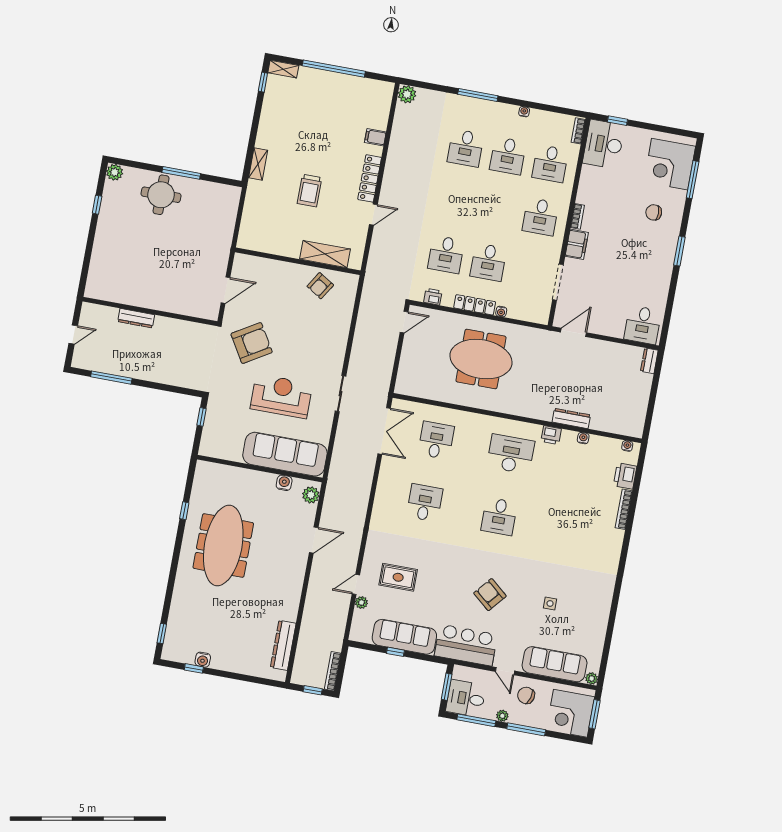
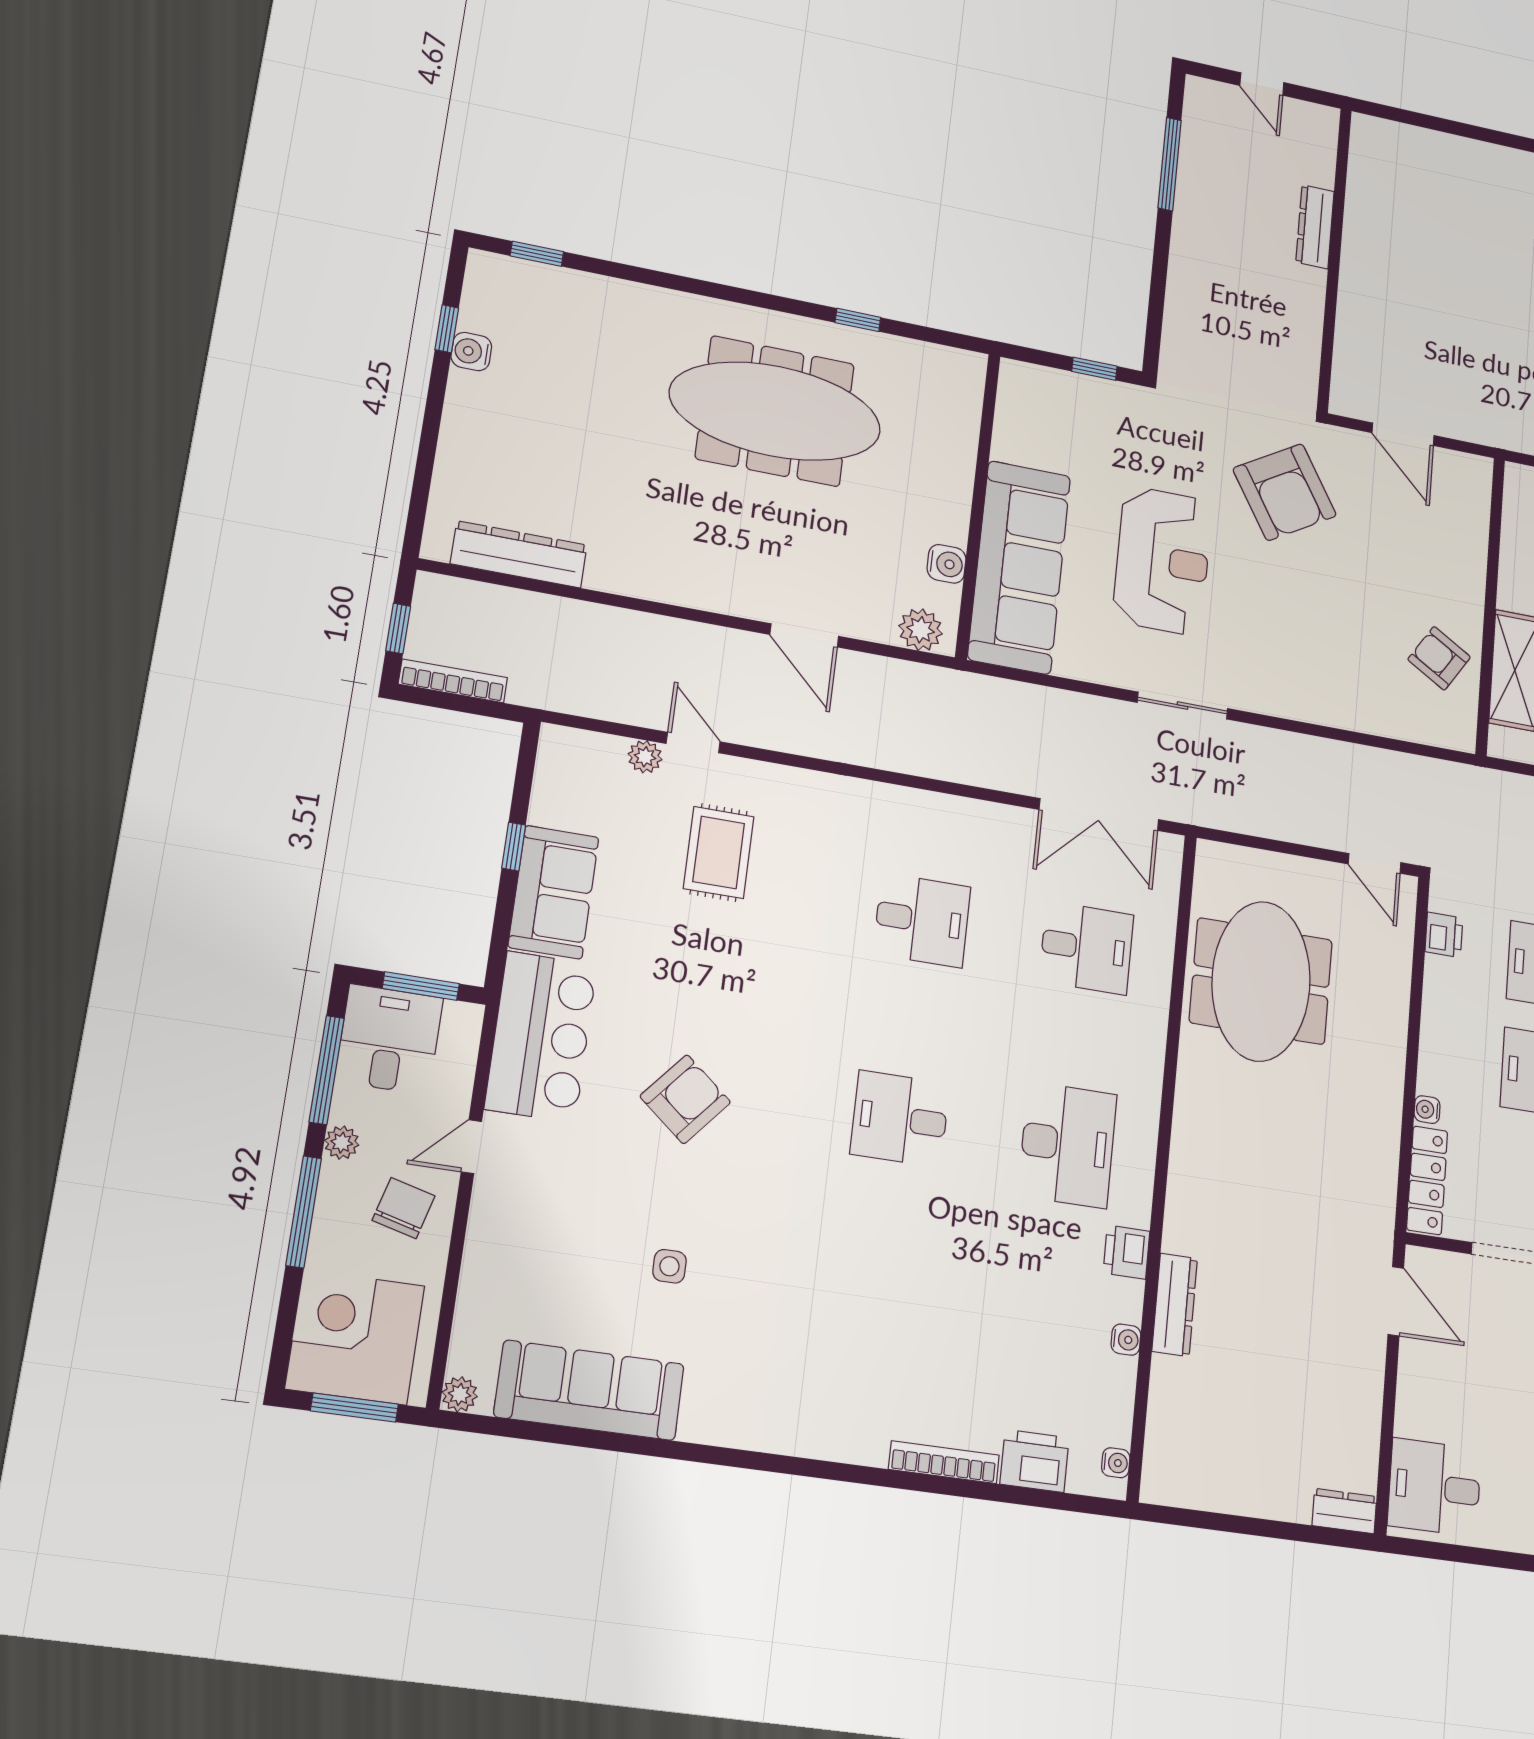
locker: (475, 305) -> (1427, 1180), moved
meeting table: (481, 359) -> (1261, 981), moved
sofa: (404, 637) -> (554, 892), width x0.73
sofa: (555, 664) -> (589, 1390), moved, turned -90

